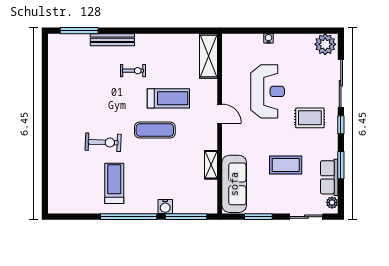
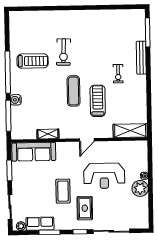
plant: (325, 44) -> (140, 188), moved
treadmill: (168, 98) -> (98, 101), turned 180
coffee table: (286, 165) -> (63, 191), moved

